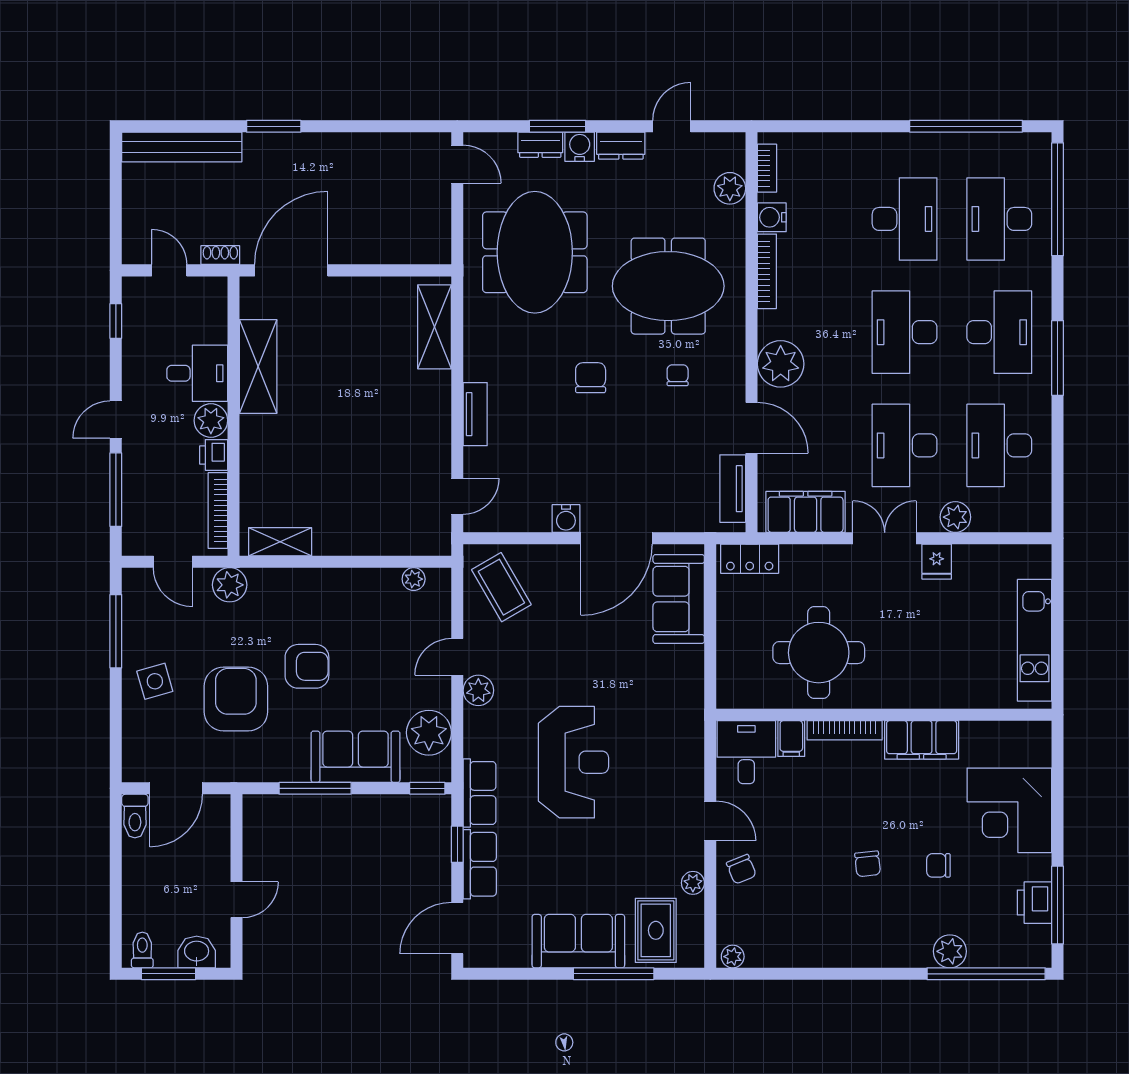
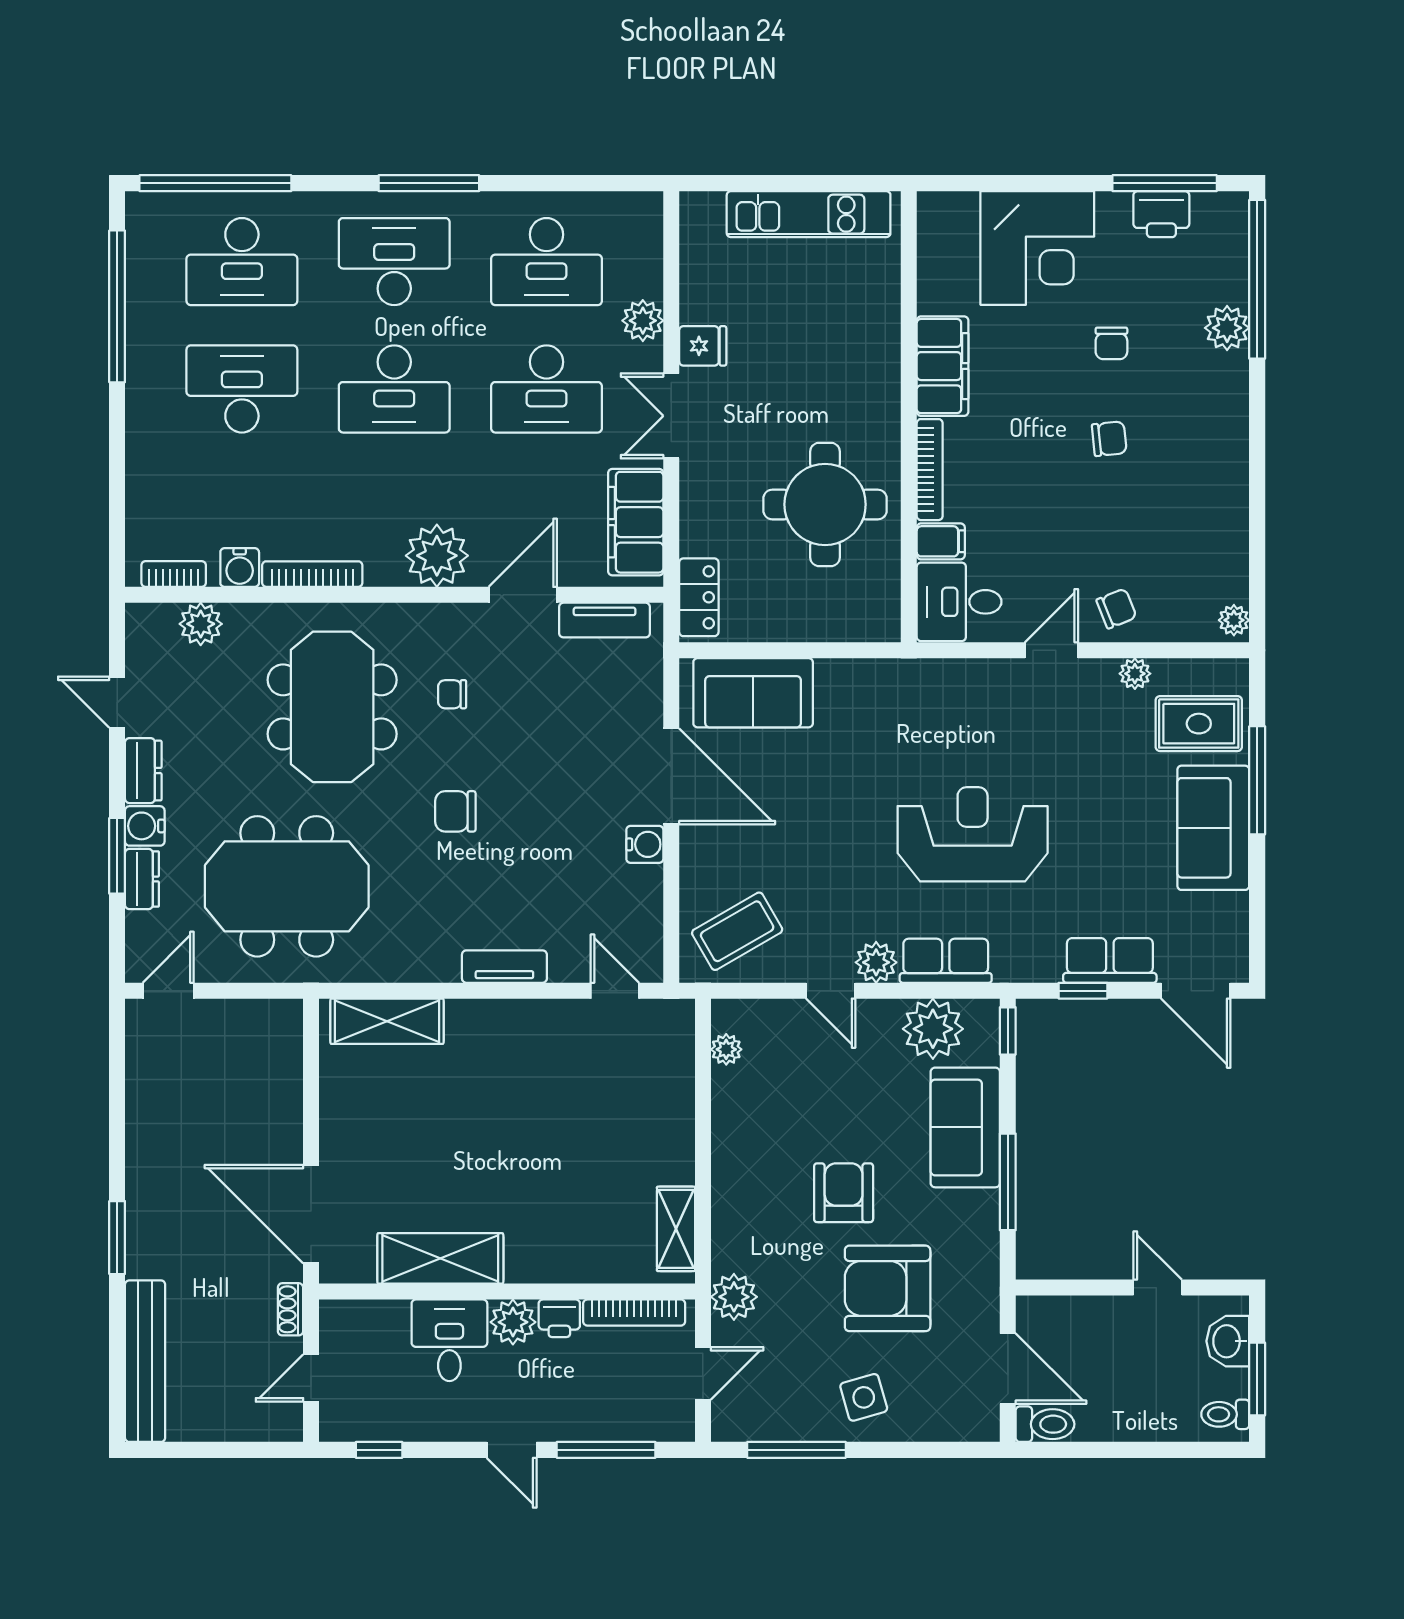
row of seats: (479, 793) -> (946, 961), moved

